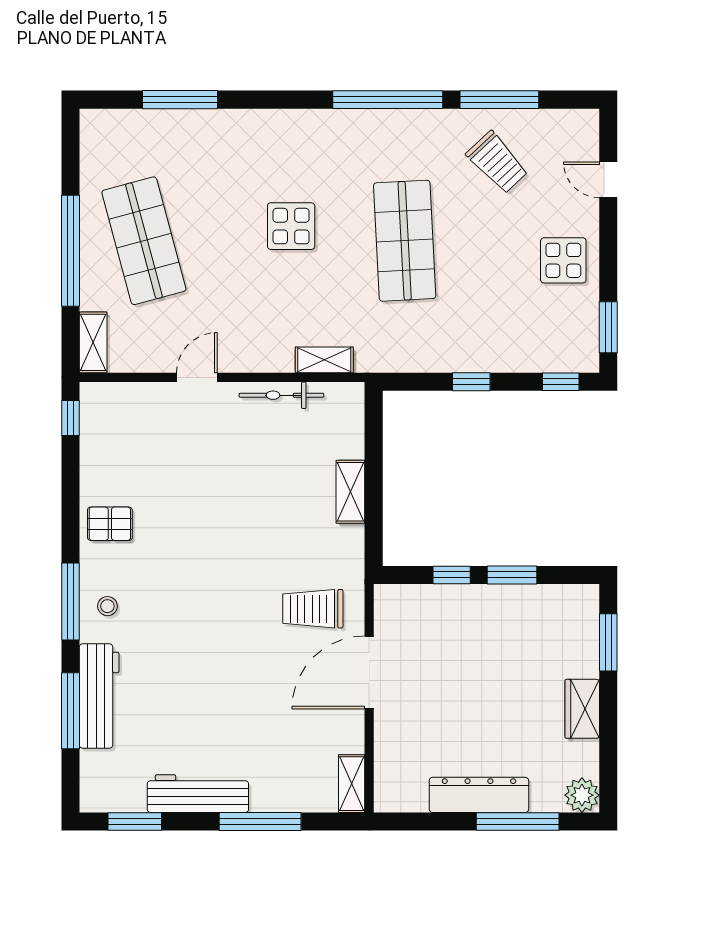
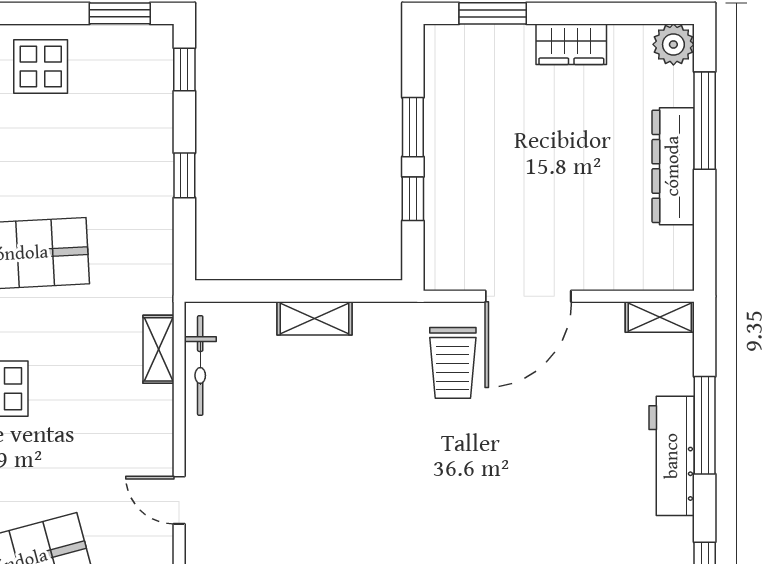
bicycle: (281, 395) -> (200, 366), moved
door: (369, 673) -> (528, 296), hinge flipped
workbench: (198, 794) -> (672, 456), moved

